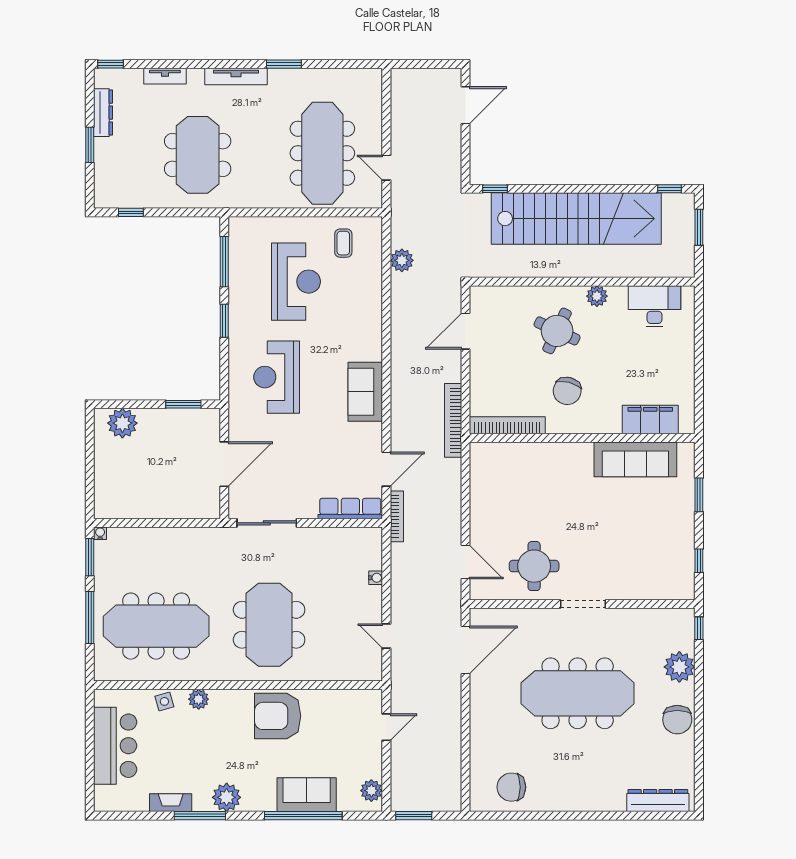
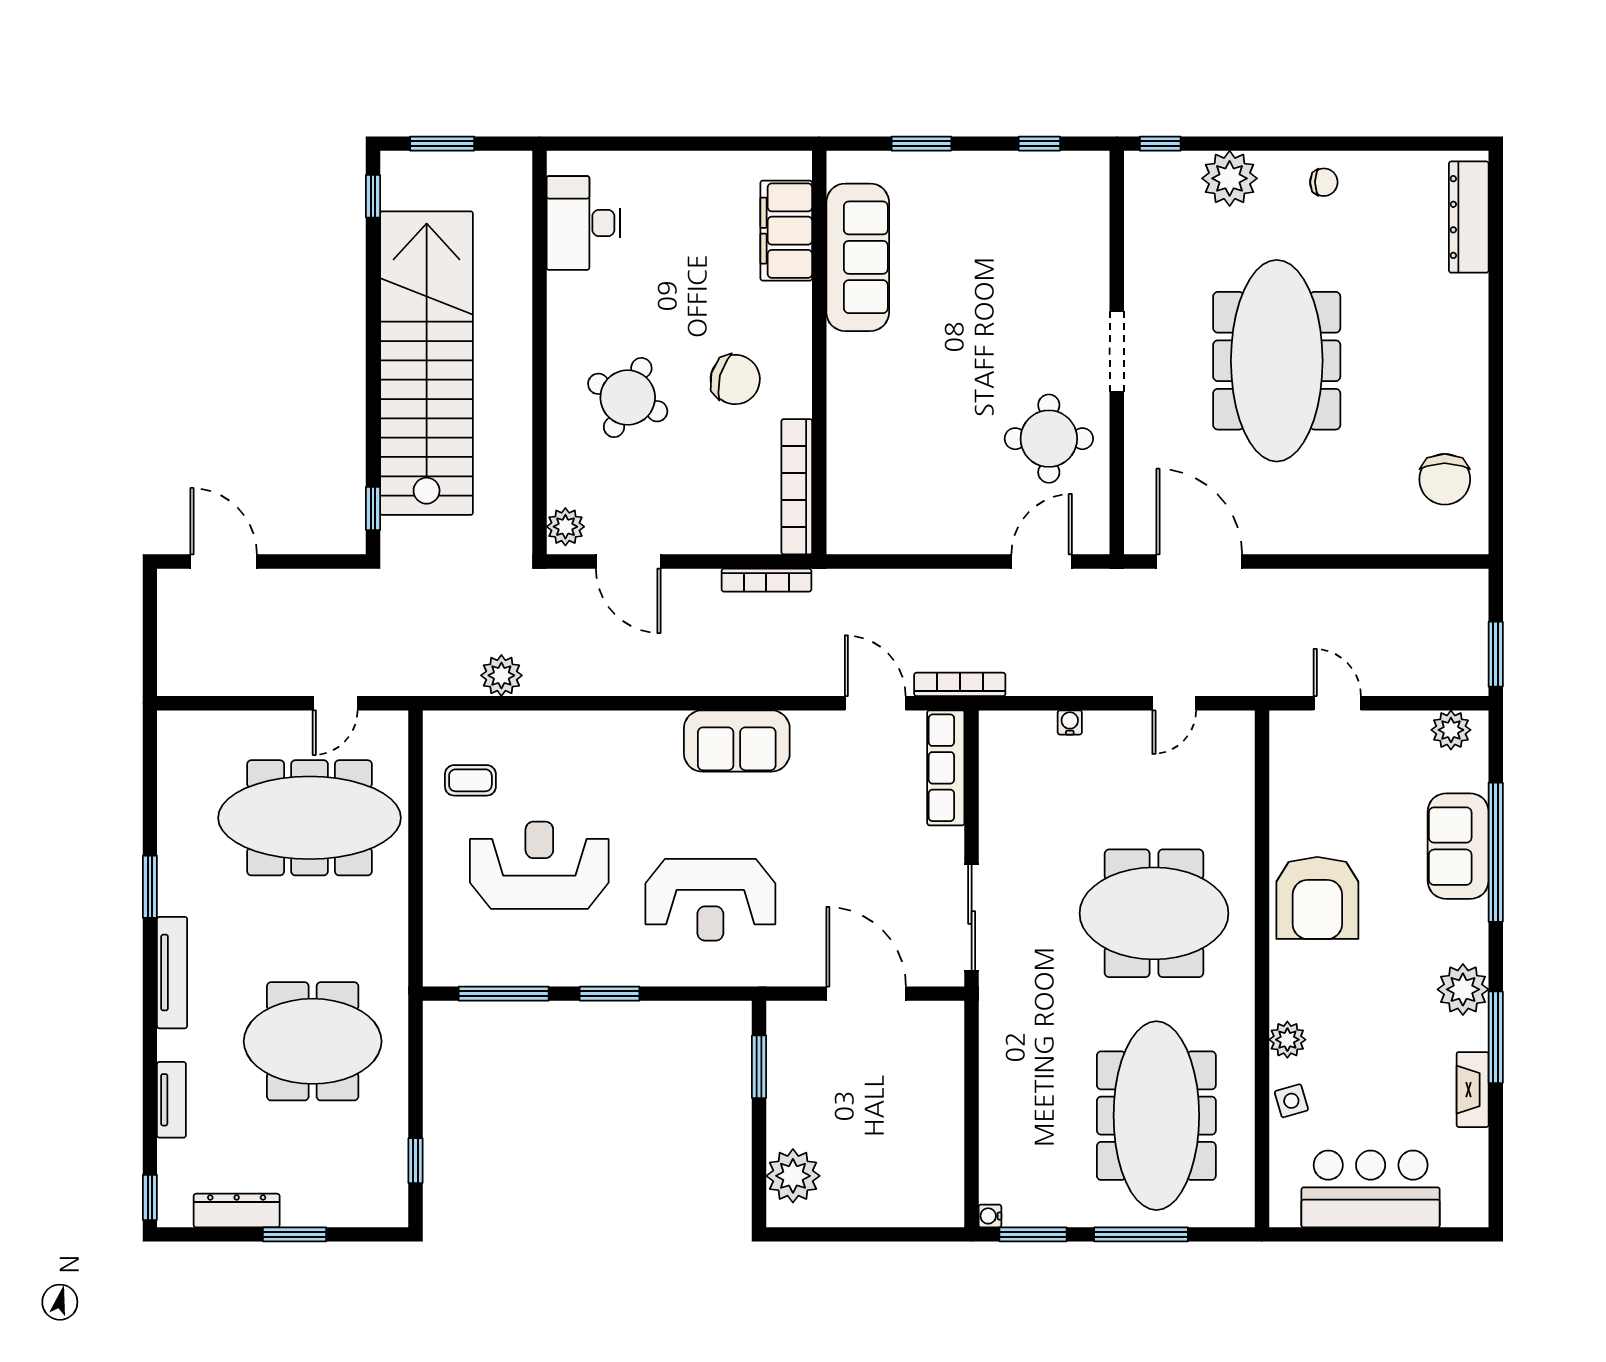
plant: (597, 296) -> (565, 527), moved
bookcase: (453, 420) -> (766, 580), width x0.68, depth x0.76
chair: (677, 720) -> (1324, 182), width x0.54, depth x0.54

